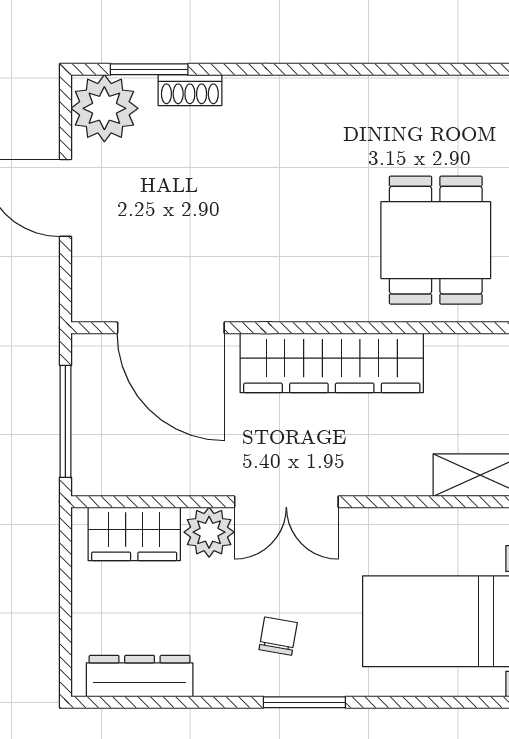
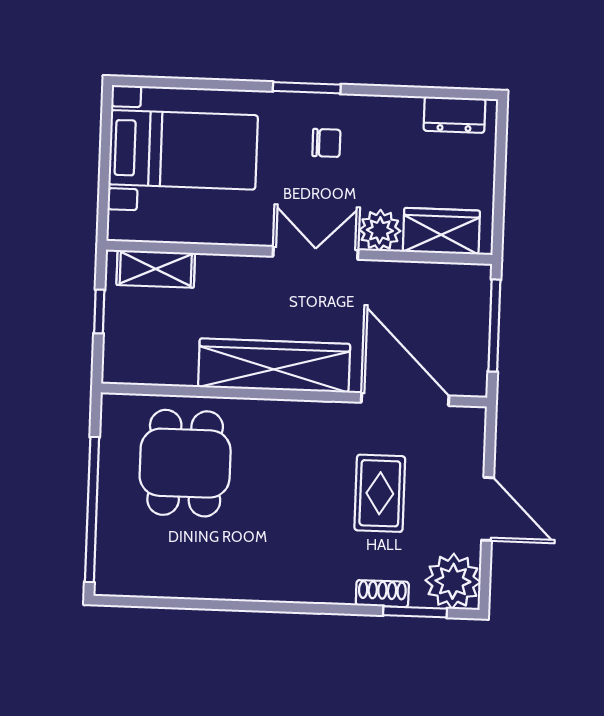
rug: (197, 212) -> (380, 493), added
chair: (278, 636) -> (326, 143), turned -100
dresser: (140, 676) -> (454, 115), width x0.70

